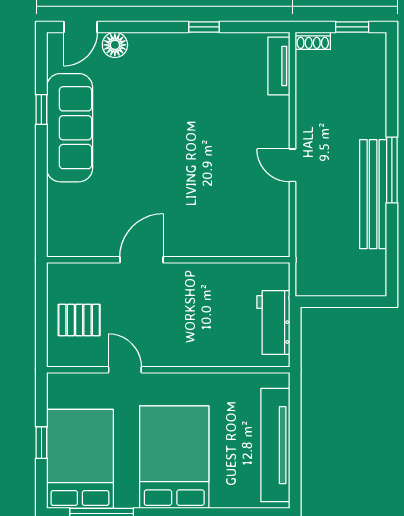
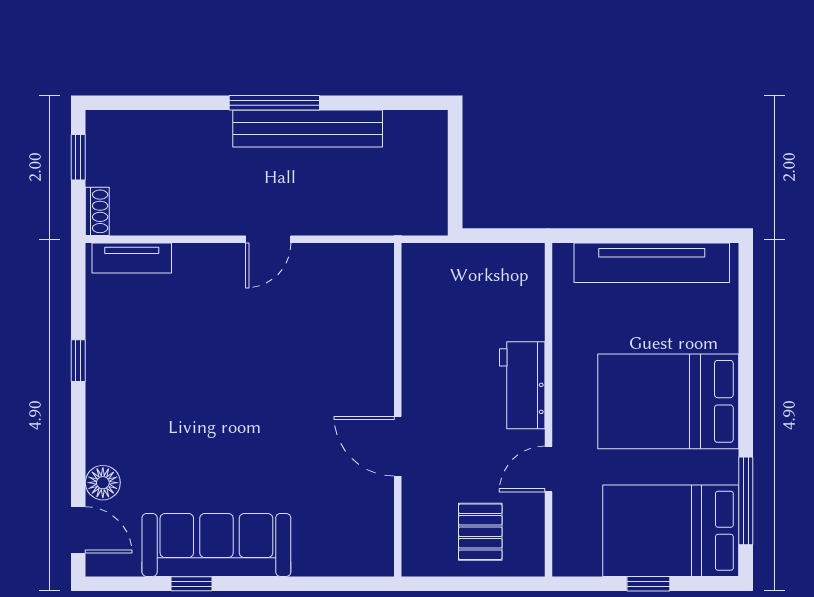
workbench: (273, 323) -> (522, 385), moved, turned 90

